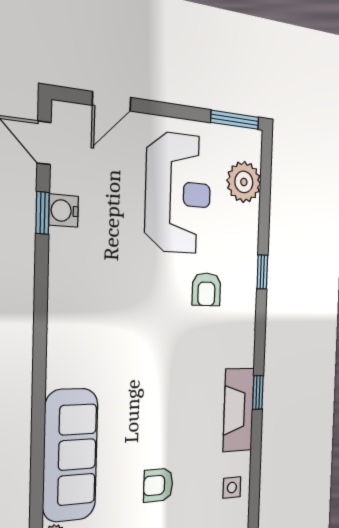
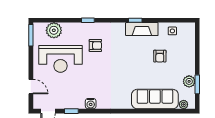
reception desk: (178, 193) -> (61, 59), turned 180
water cooler: (64, 211) -> (91, 104), moved
armchair: (158, 485) -> (160, 56), moved

